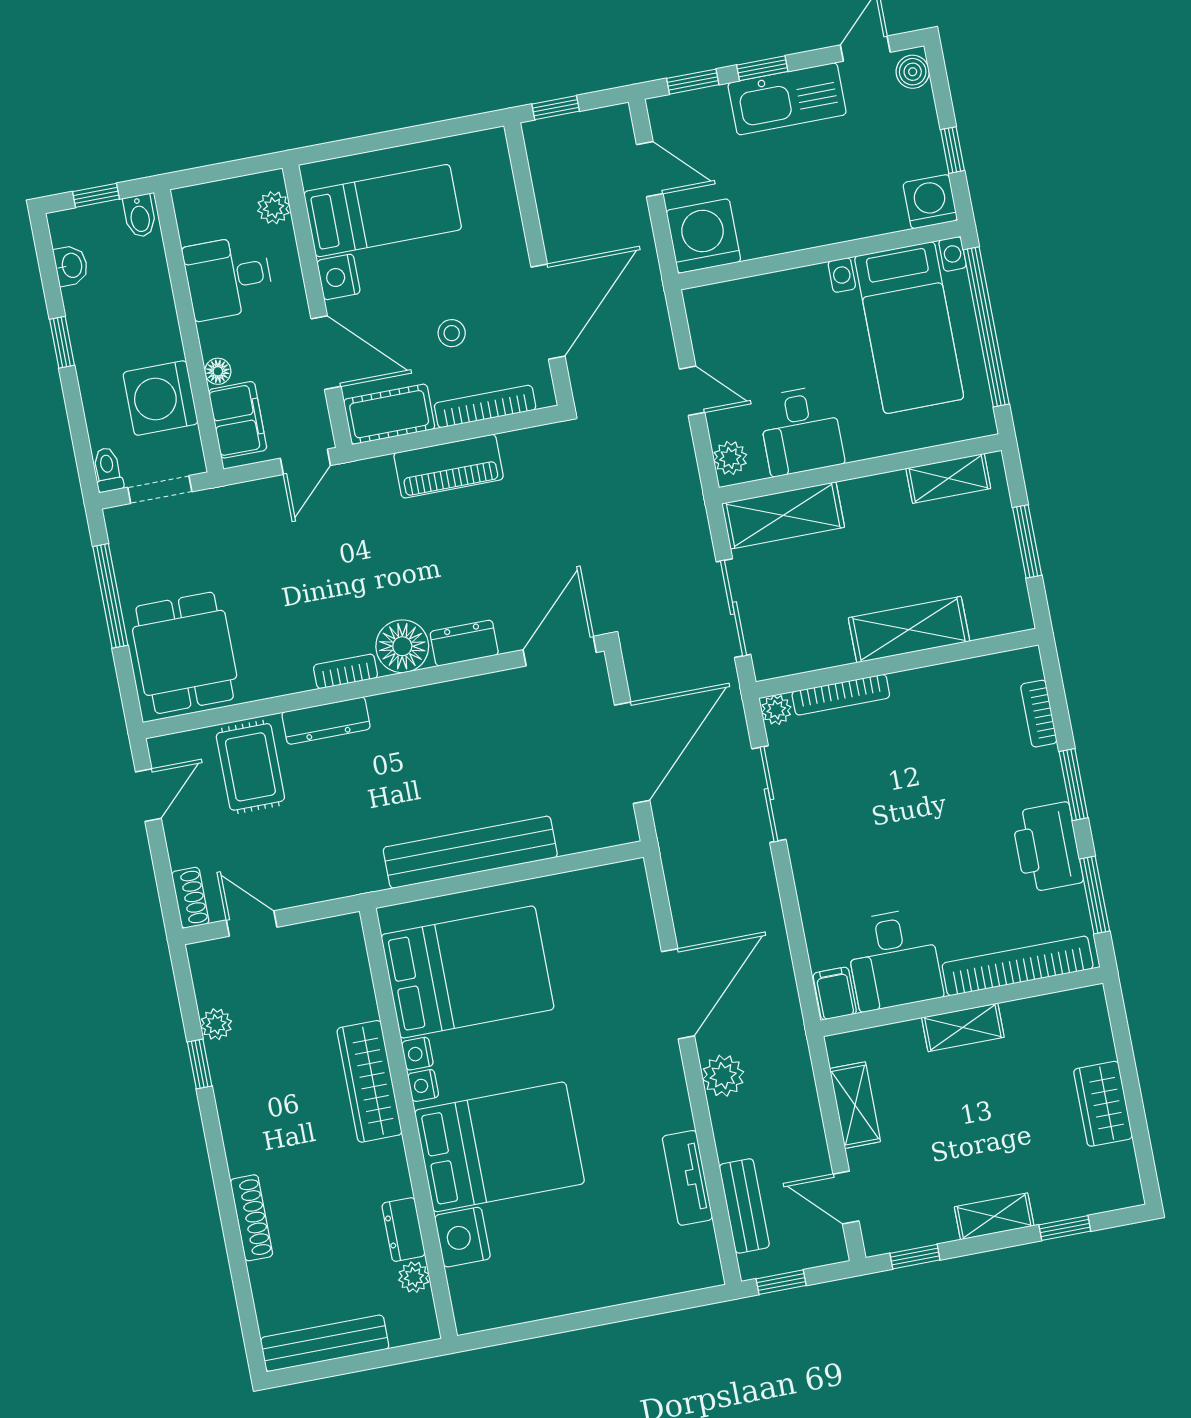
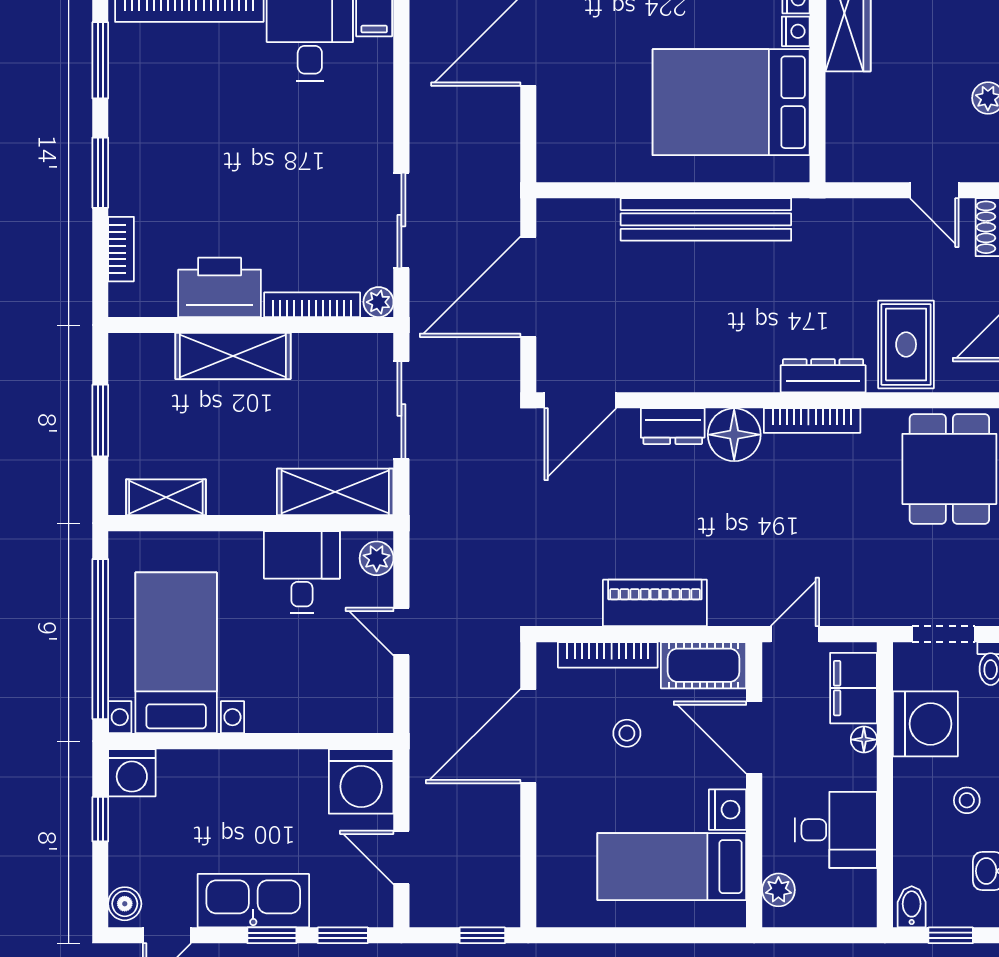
stool: (105, 331) -> (967, 800), added
bookcase: (346, 671) -> (812, 421), width x1.56
printer: (1047, 847) -> (220, 287), moved, turned -90

